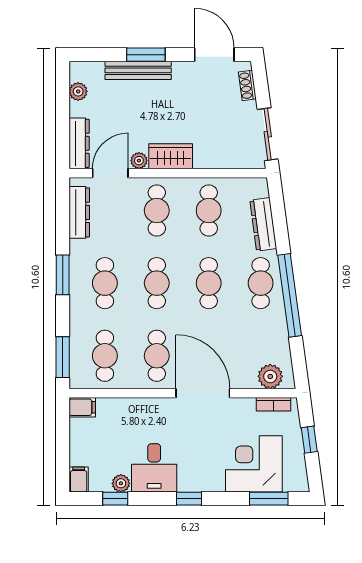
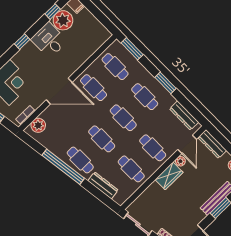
filing cabinet: (82, 407) -> (104, 36), removed
plant: (121, 483) -> (63, 20), width x1.88, depth x1.88

